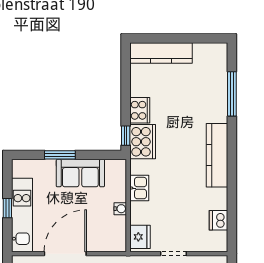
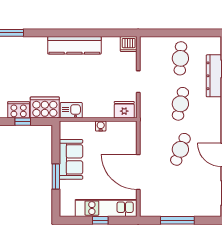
window: (126, 136) -> (23, 122), moved
kitchen counter: (217, 155) -> (74, 45), moved
kitchen sink: (139, 188) -> (71, 110), moved
dishwasher: (219, 220) -> (129, 44), moved

